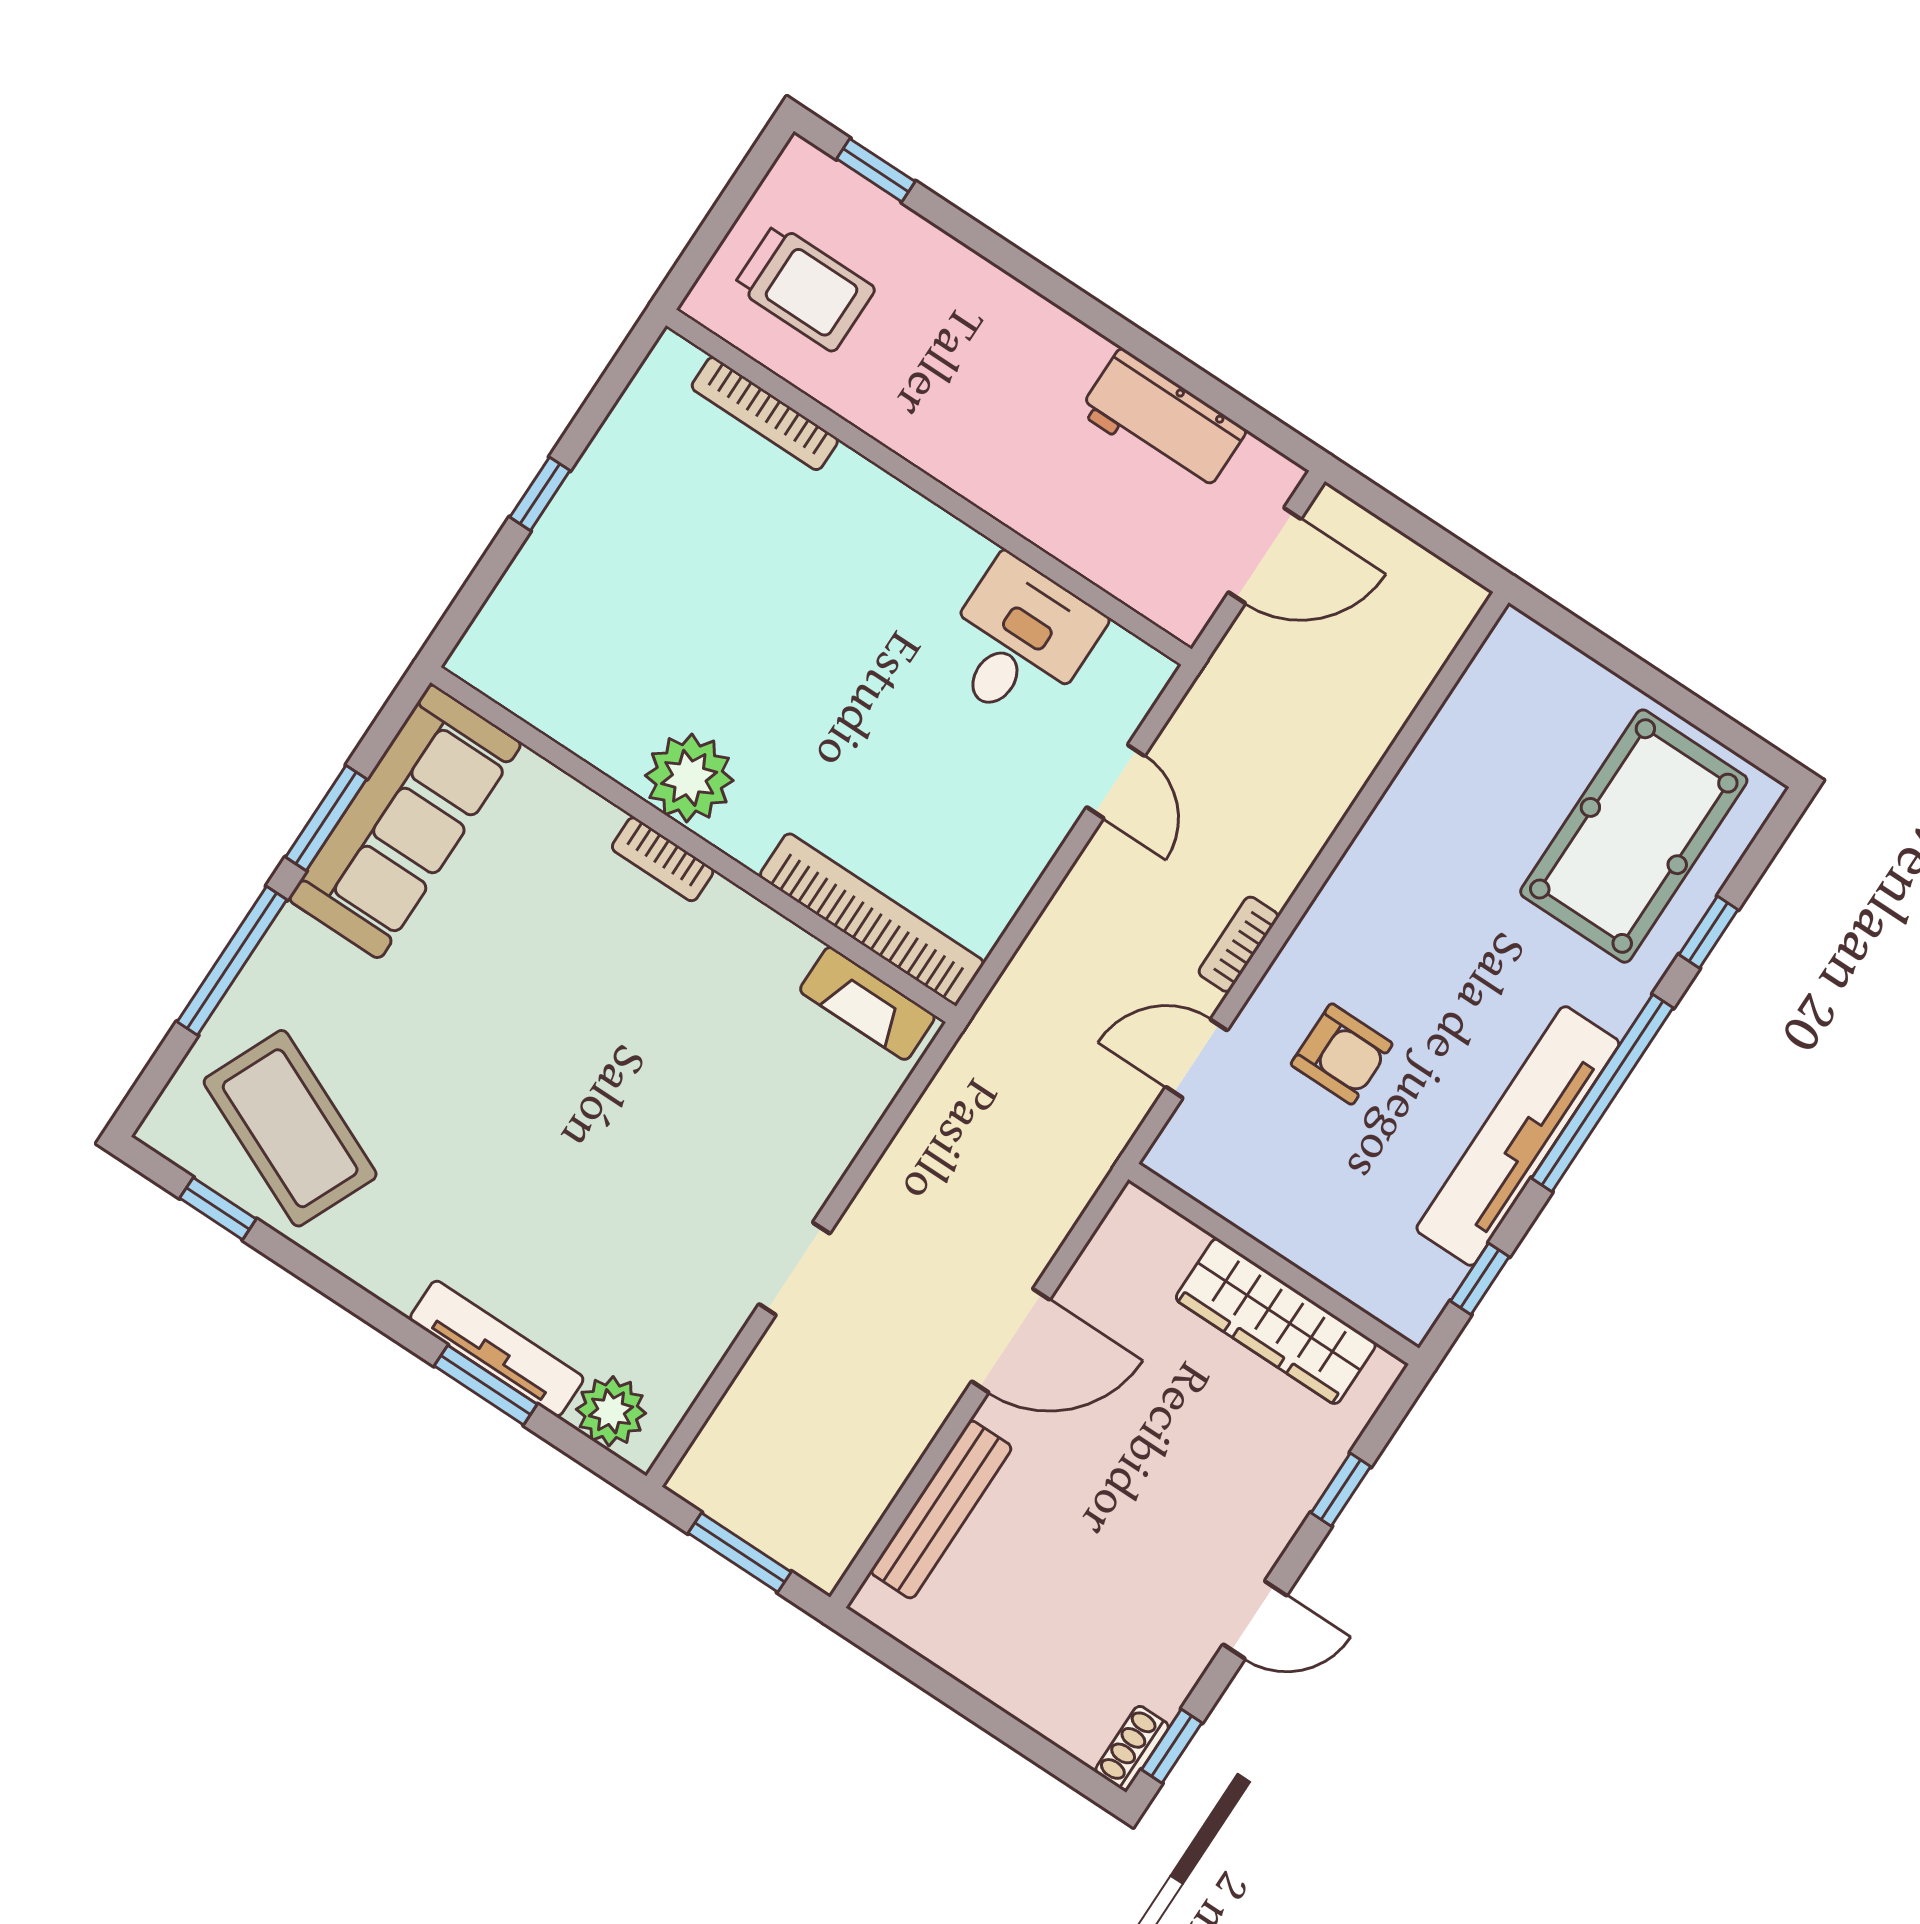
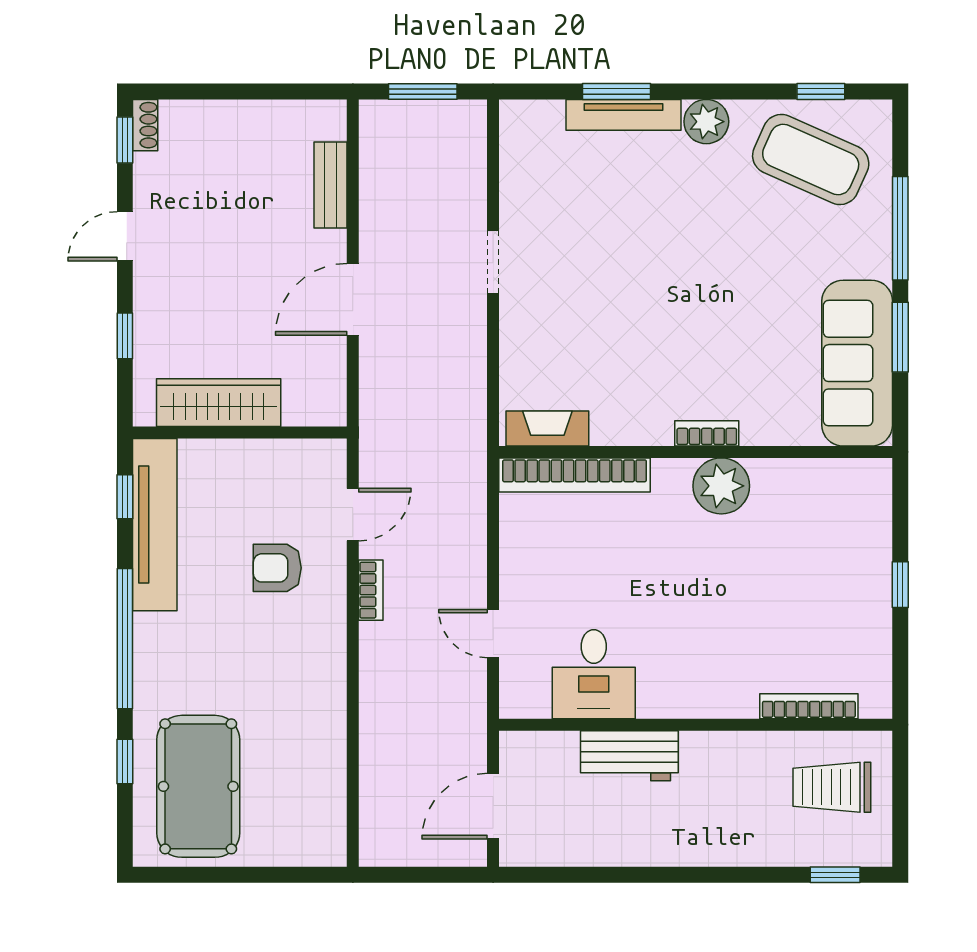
workbench: (1163, 421) -> (629, 756), moved, turned 180
tv unit: (1518, 1136) -> (155, 525), moved
plant: (611, 1411) -> (706, 122), moved
bench: (941, 1510) -> (331, 185), width x0.73

